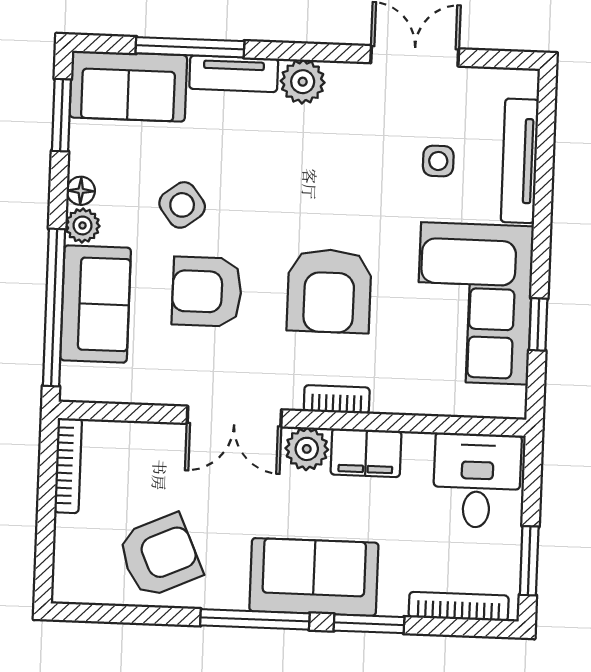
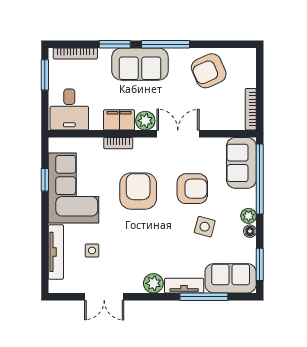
side table: (182, 205) -> (205, 227), turned -38
sofa: (96, 304) -> (241, 163), moved
bookcase: (337, 399) -> (118, 143), moved

